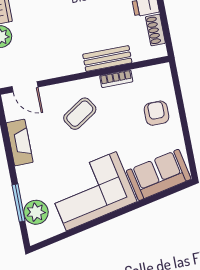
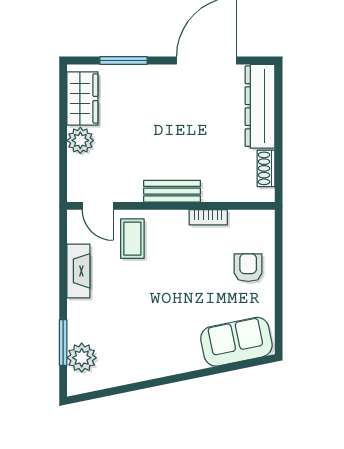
bench: (107, 59) -> (172, 191), moved
coffee table: (80, 114) -> (132, 239), moved, turned -57
corner sofa: (91, 191) -> (153, 345), removed

